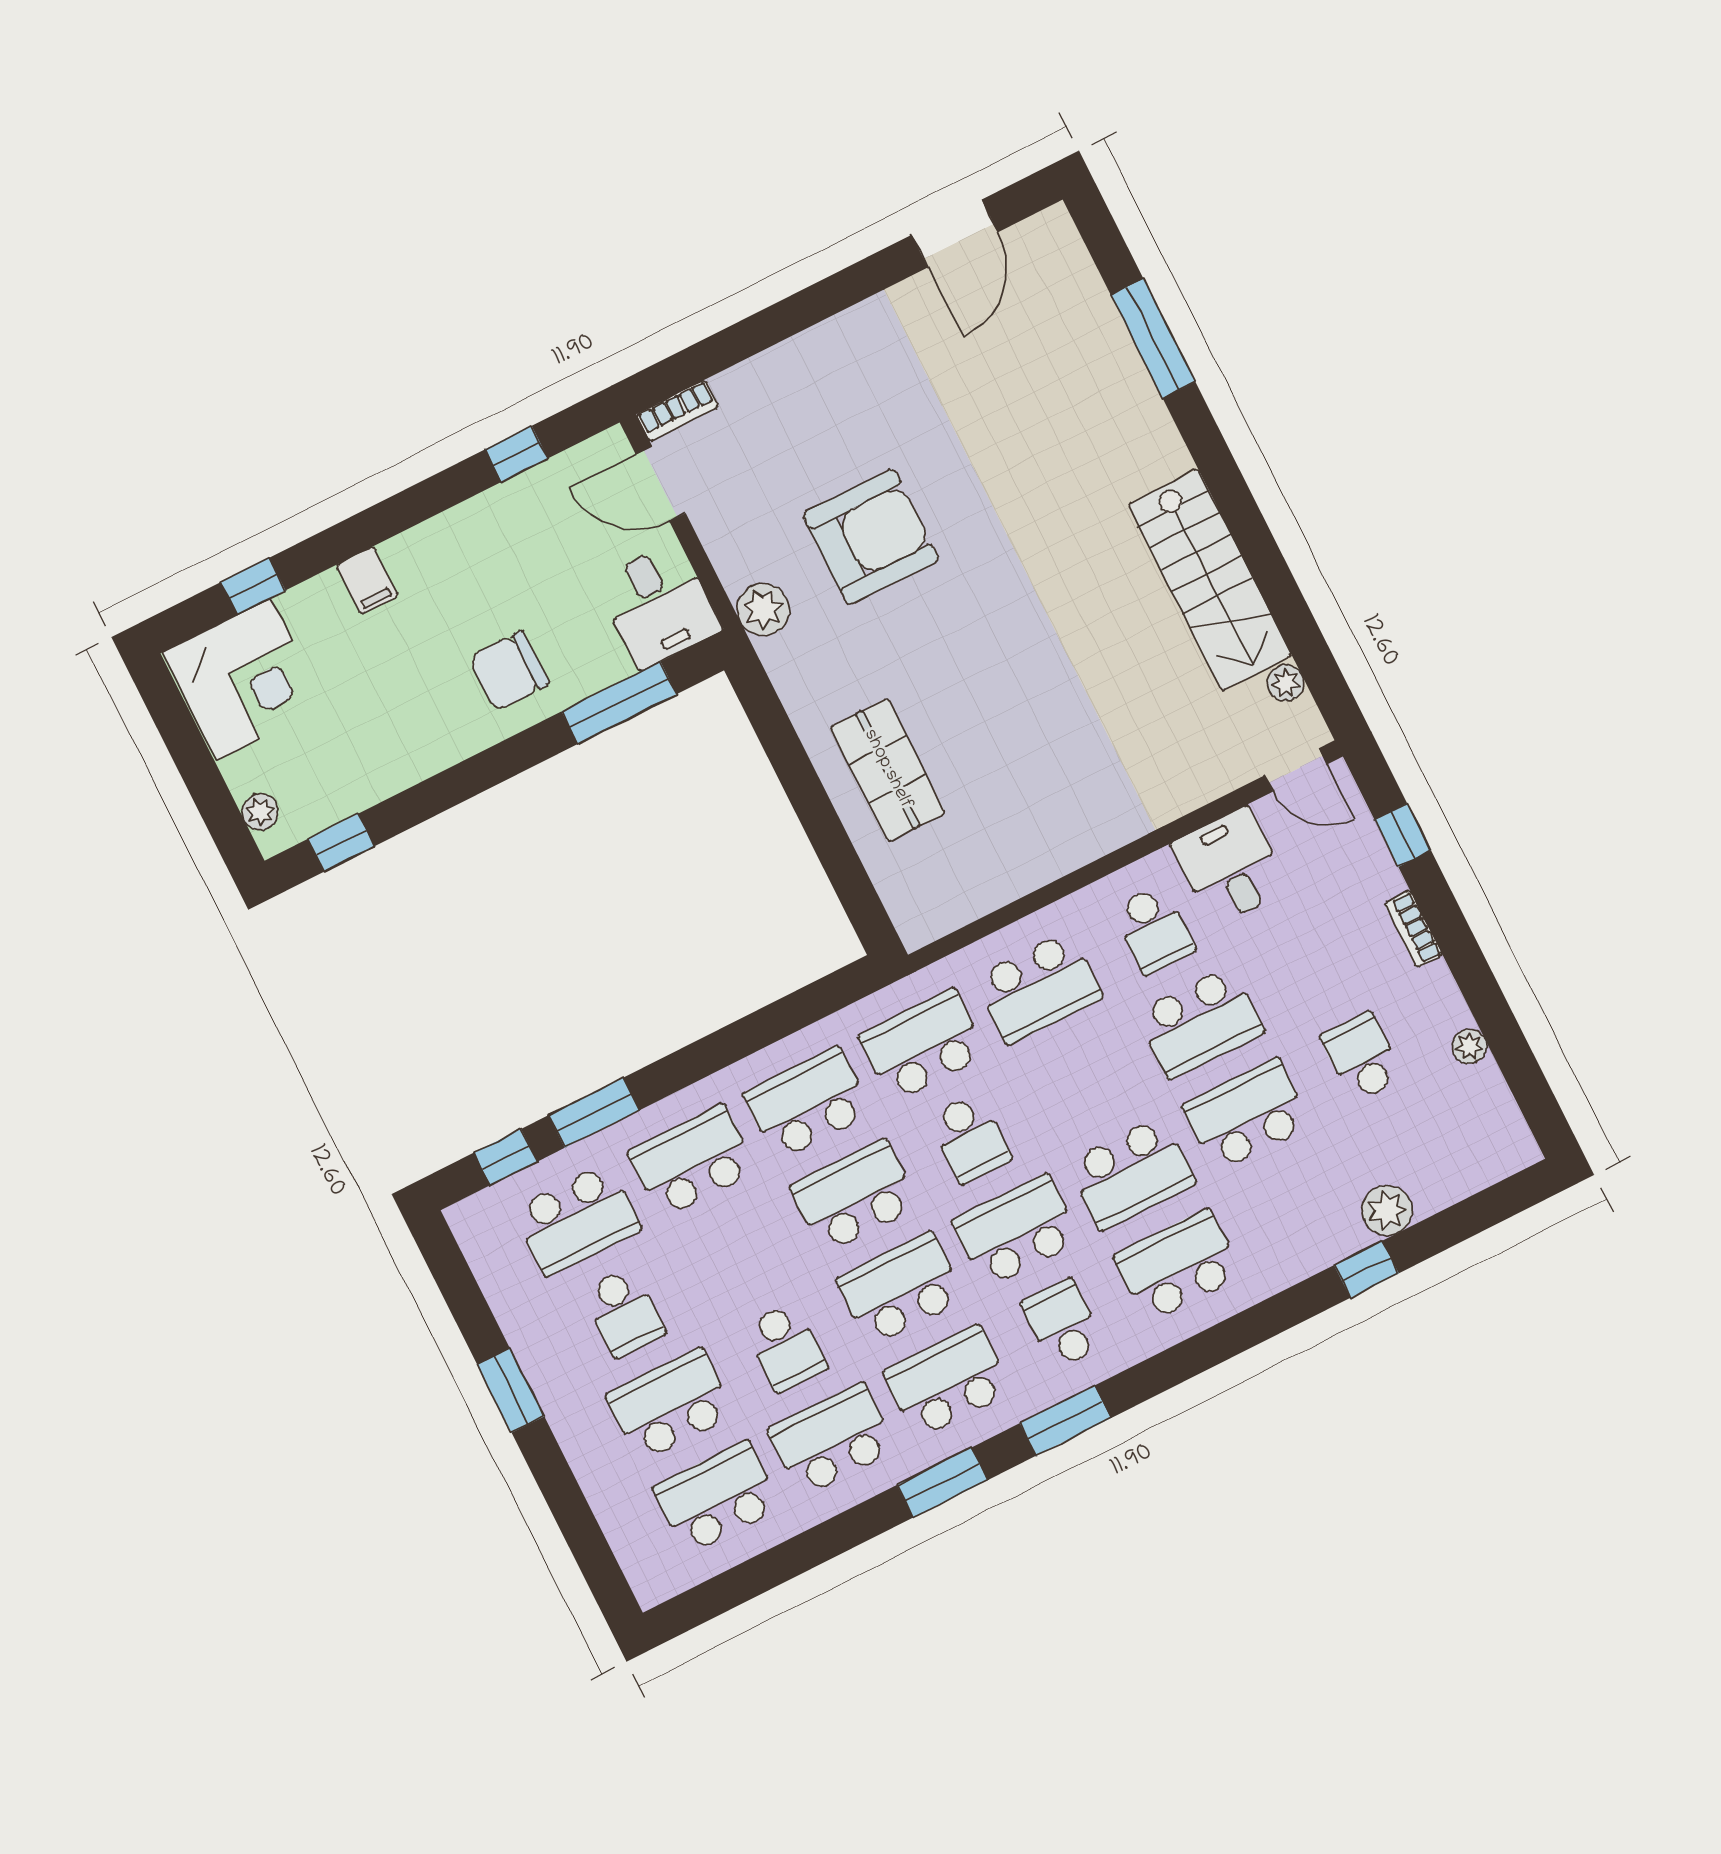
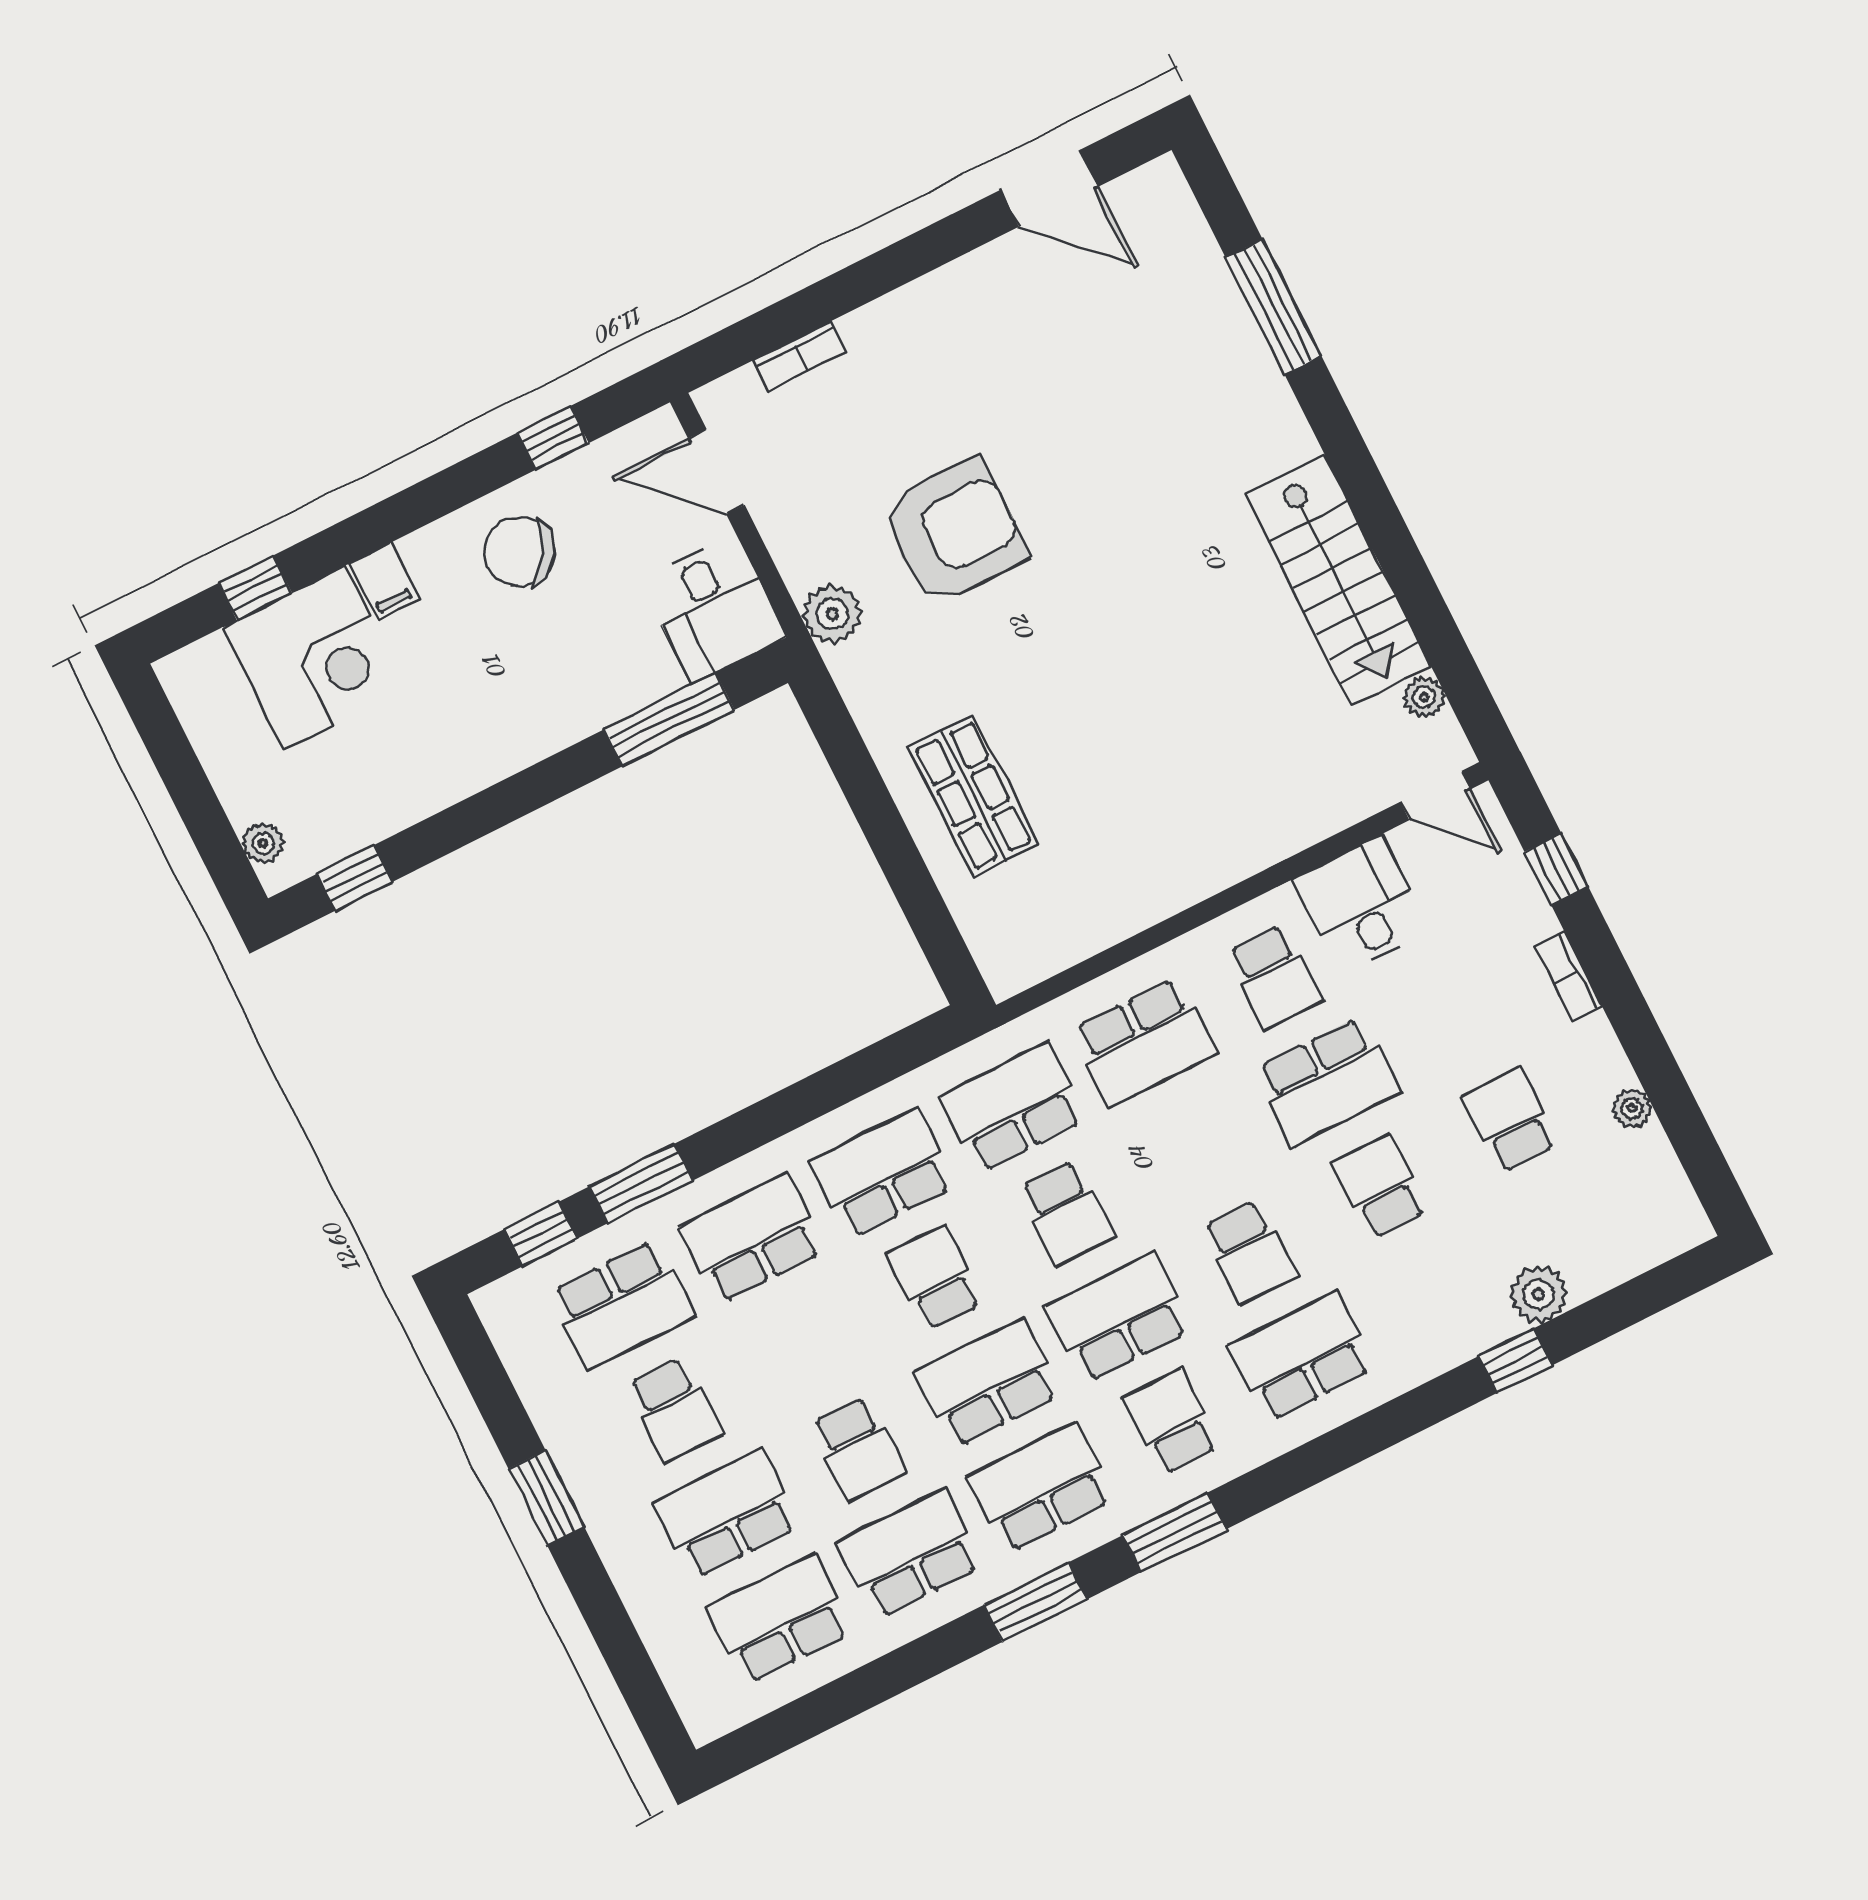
door: (955, 233) -> (1049, 188), hinge flipped
bookcase: (678, 411) -> (800, 356), moved
chair: (509, 671) -> (519, 551), moved, turned 31
corner desk: (244, 679) -> (315, 658), moved
school desk: (1247, 1115) -> (1380, 1186), width x0.54
school desk: (1131, 1173) -> (1249, 1252), width x0.54
school desk: (854, 1196) -> (935, 1278), width x0.54

